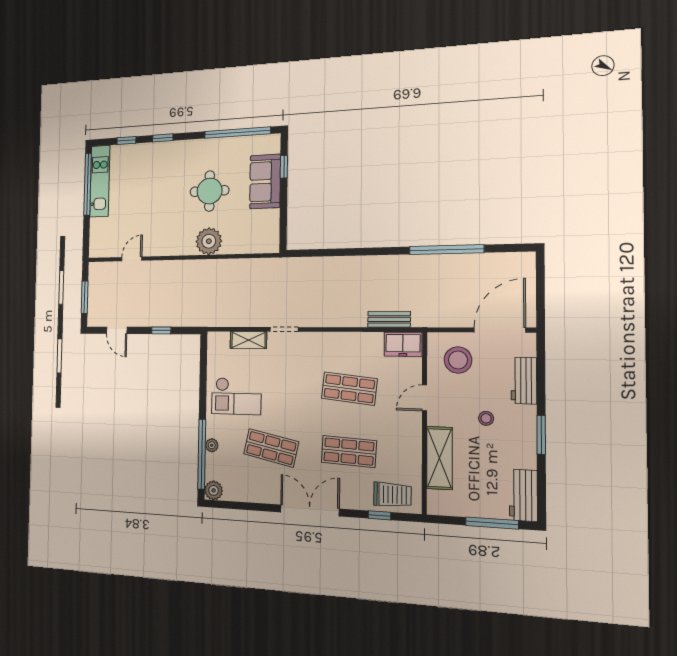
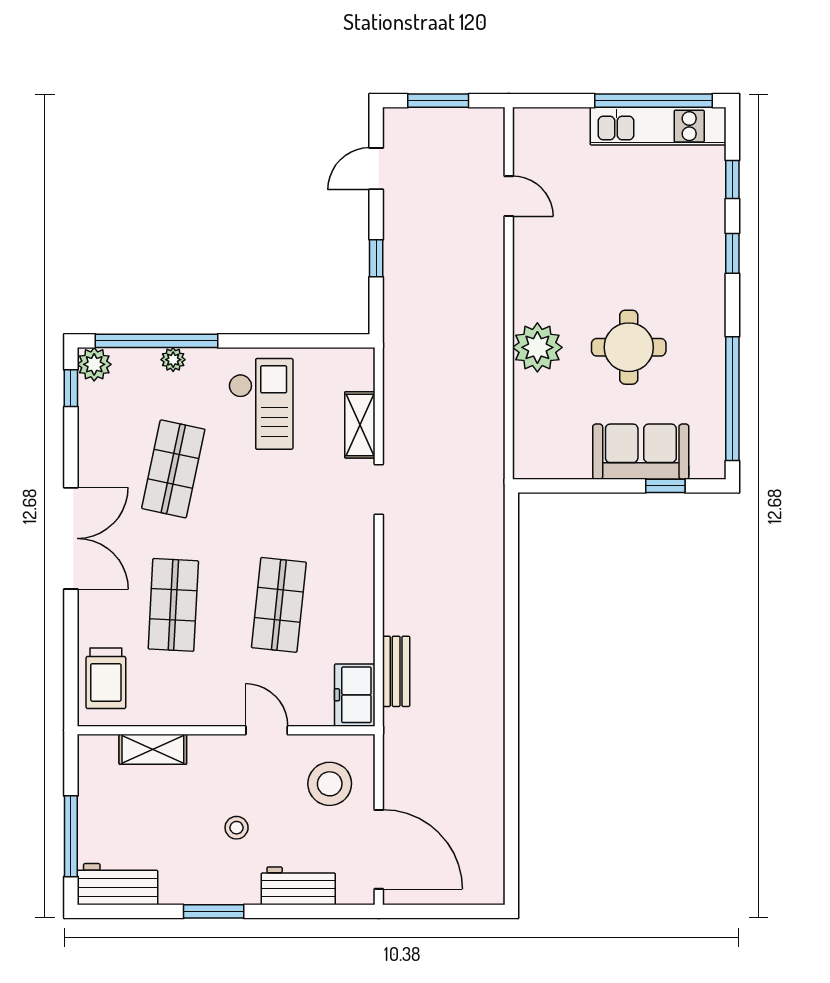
window: (446, 250) -> (511, 765), removed
checkout: (236, 396) -> (261, 404), turned 180
shelving: (439, 458) -> (153, 749), width x0.67, depth x0.75
window: (380, 515) -> (71, 388), moved

